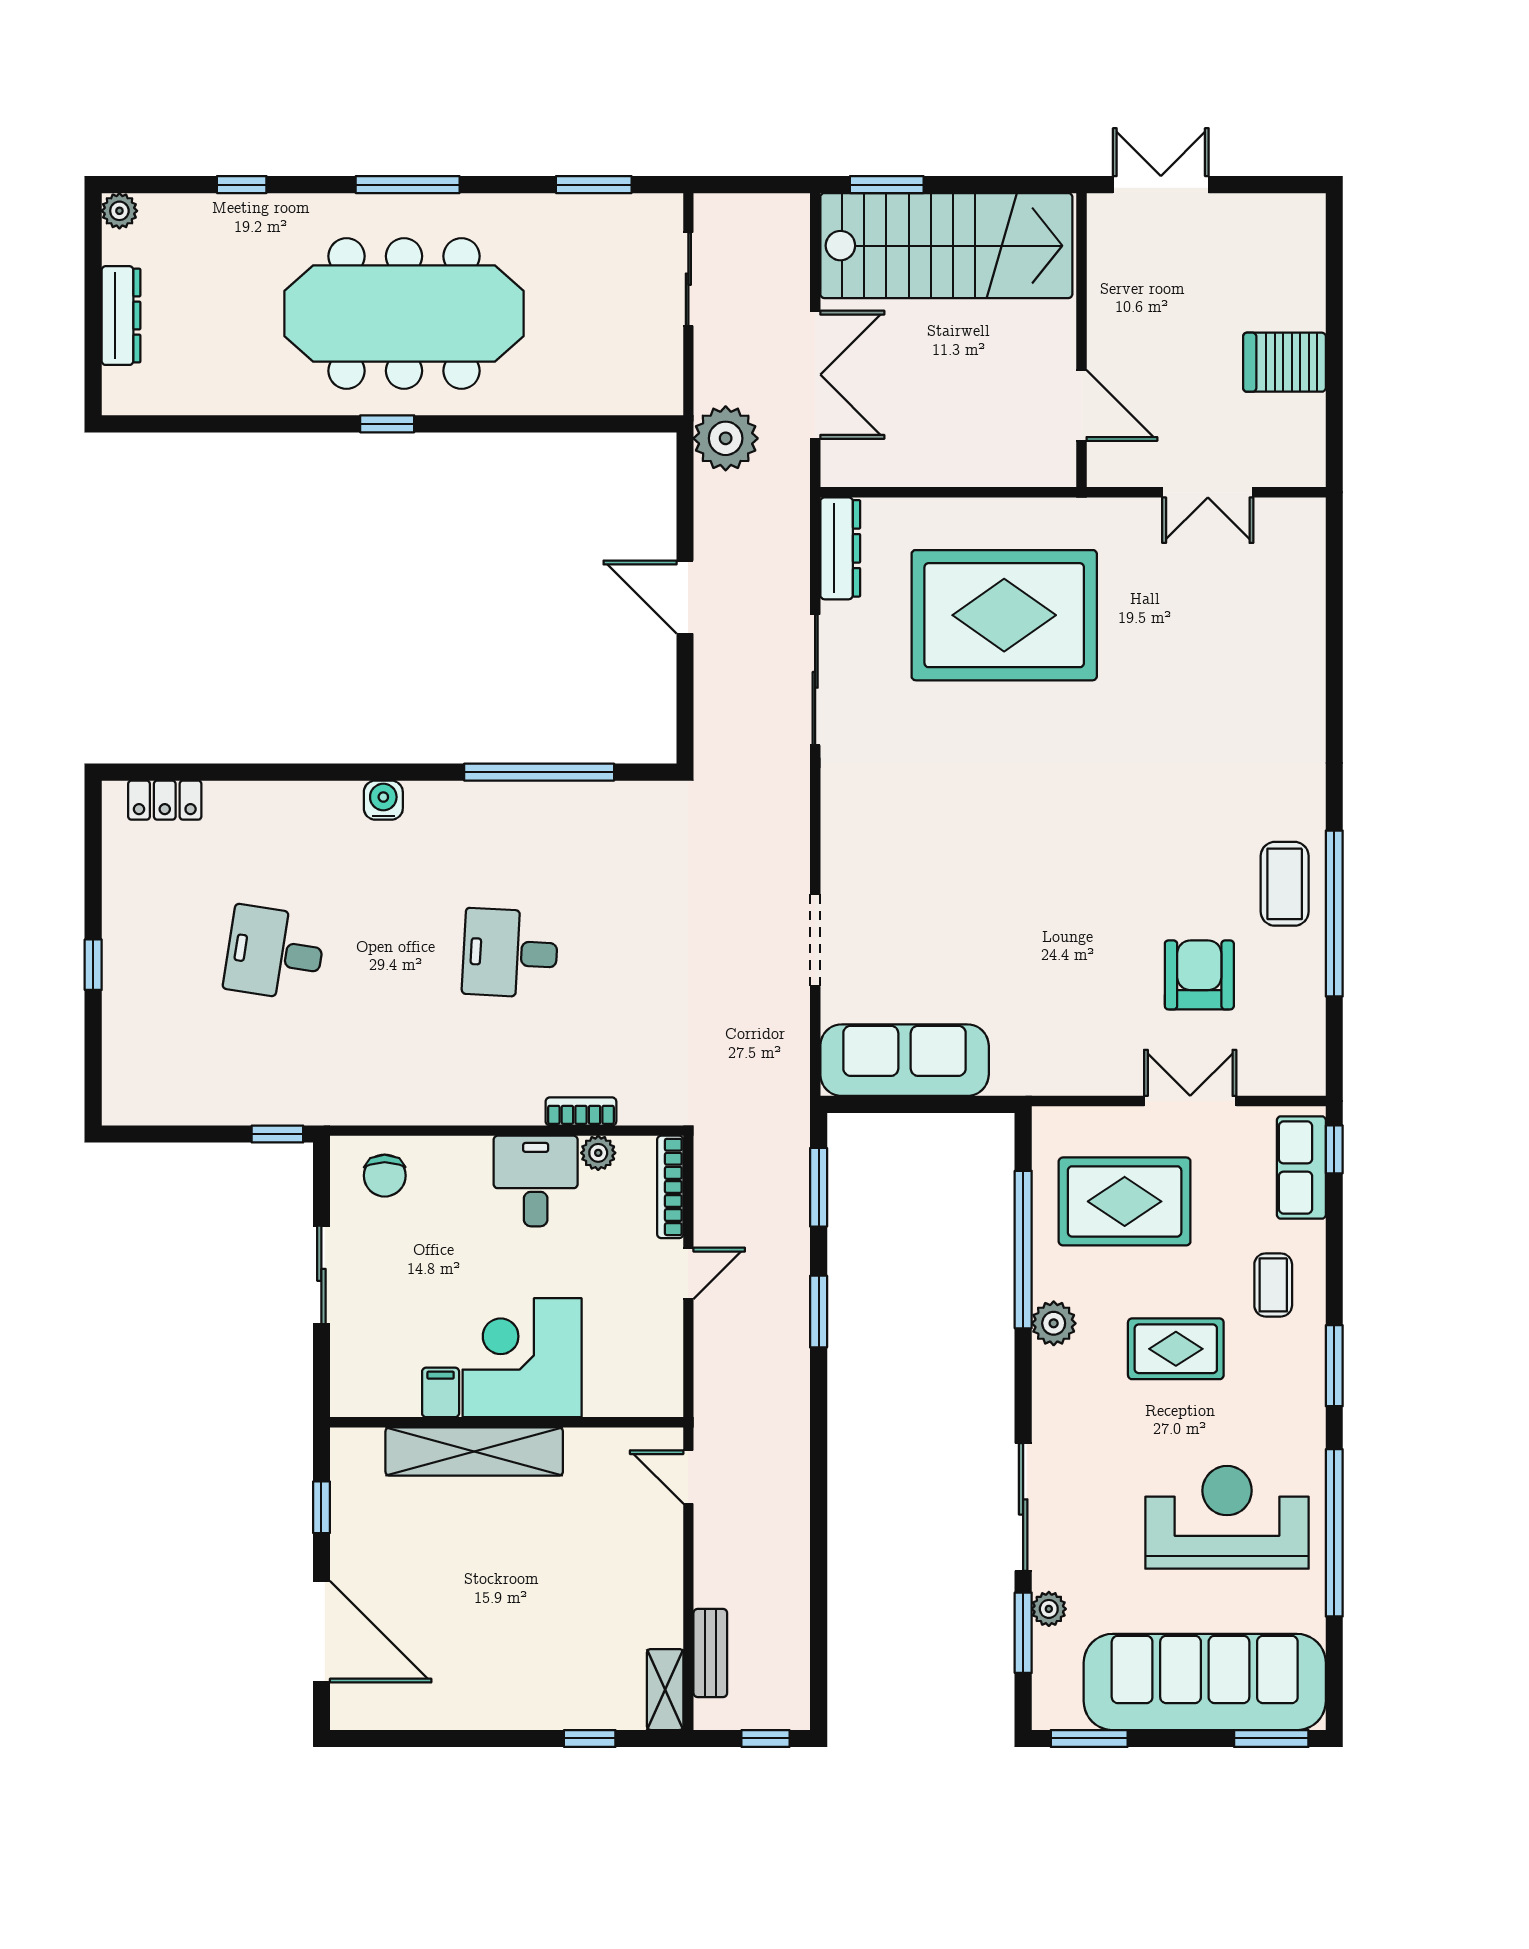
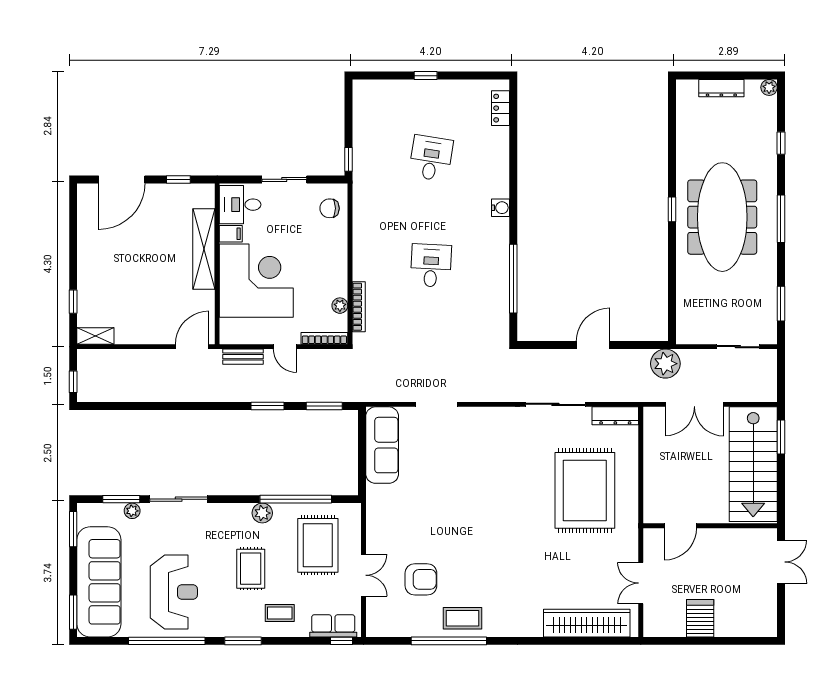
wardrobe: (1295, 611) -> (587, 623), added
bookcase: (581, 1111) -> (359, 307), width x1.56
desk: (536, 1181) -> (240, 205), moved, turned 180
corner desk: (522, 1358) -> (256, 281), width x1.36, depth x1.36
door: (688, 1477) -> (192, 347), width x1.38
bench: (710, 1653) -> (243, 357), moved

